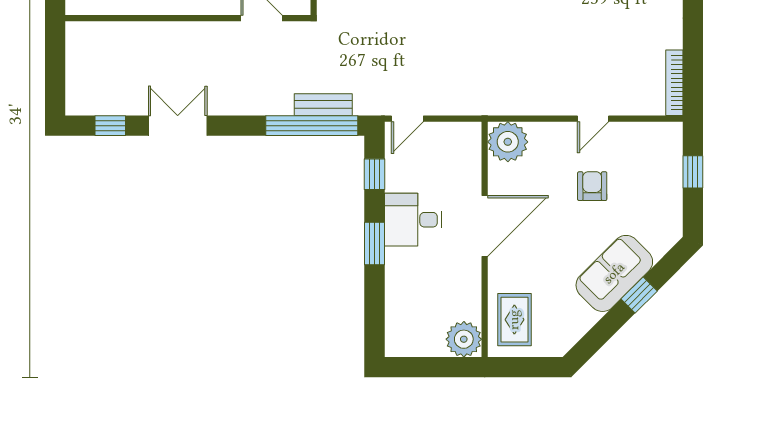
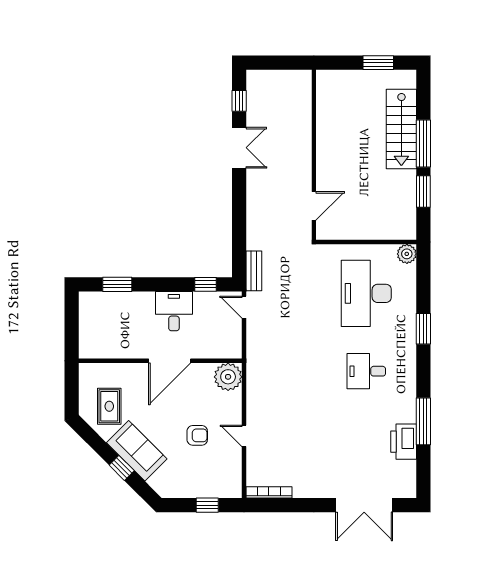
bench: (323, 105) -> (254, 271), moved
window: (312, 126) -> (239, 241), removed
door: (485, 226) -> (170, 361), hinge flipped
window: (374, 244) -> (117, 284), moved
rug: (514, 320) -> (109, 406), moved, turned 90
plant: (464, 339) -> (91, 346), removed

